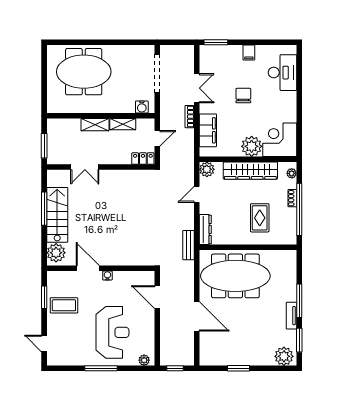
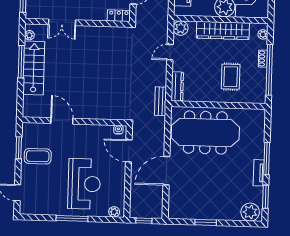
plant: (56, 253) -> (29, 35), moved, width x0.53, depth x0.53
water cooler: (107, 276) -> (118, 130), moved
door: (197, 316) -> (166, 171), swing flipped

